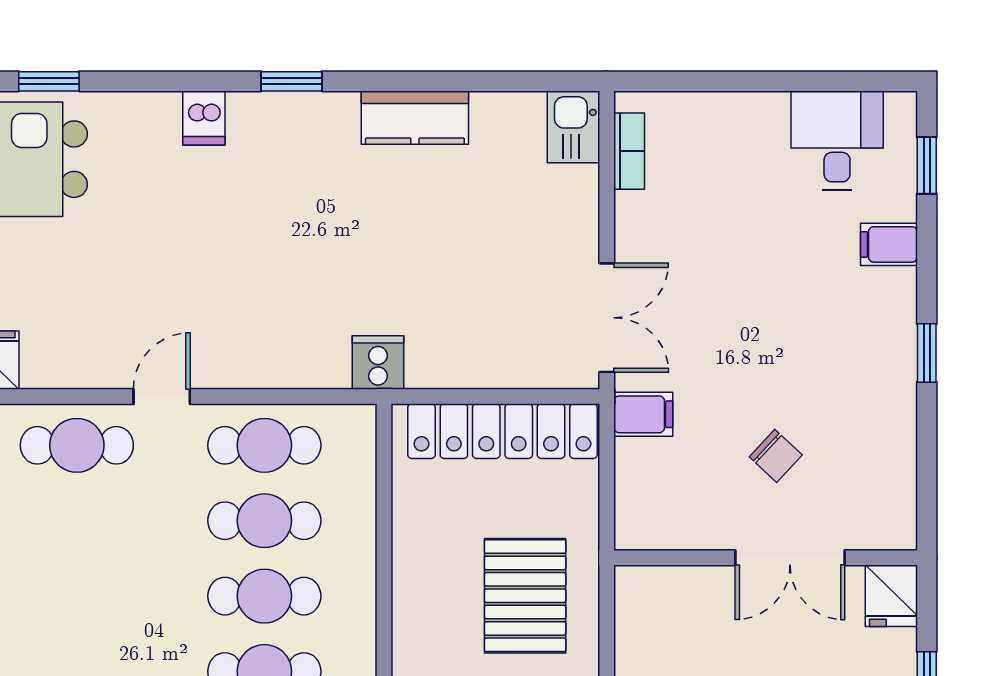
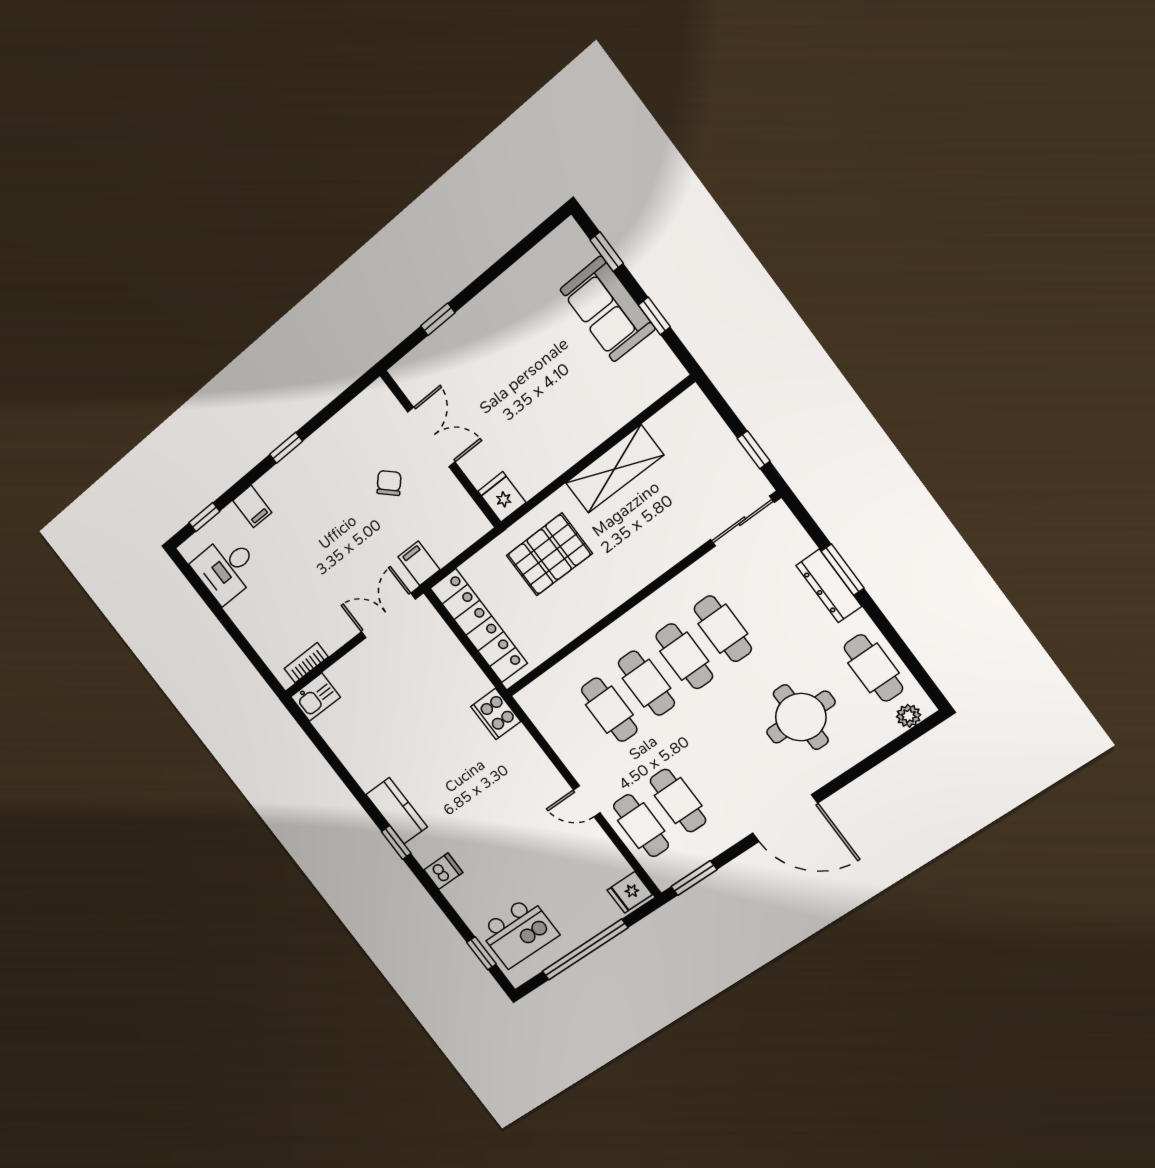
kitchen counter: (415, 118) -> (397, 811), moved
cooker: (378, 363) -> (496, 714), width x1.36
cafe table: (264, 445) -> (678, 801), moved
fridge: (891, 596) -> (502, 497), moved, turned -90

